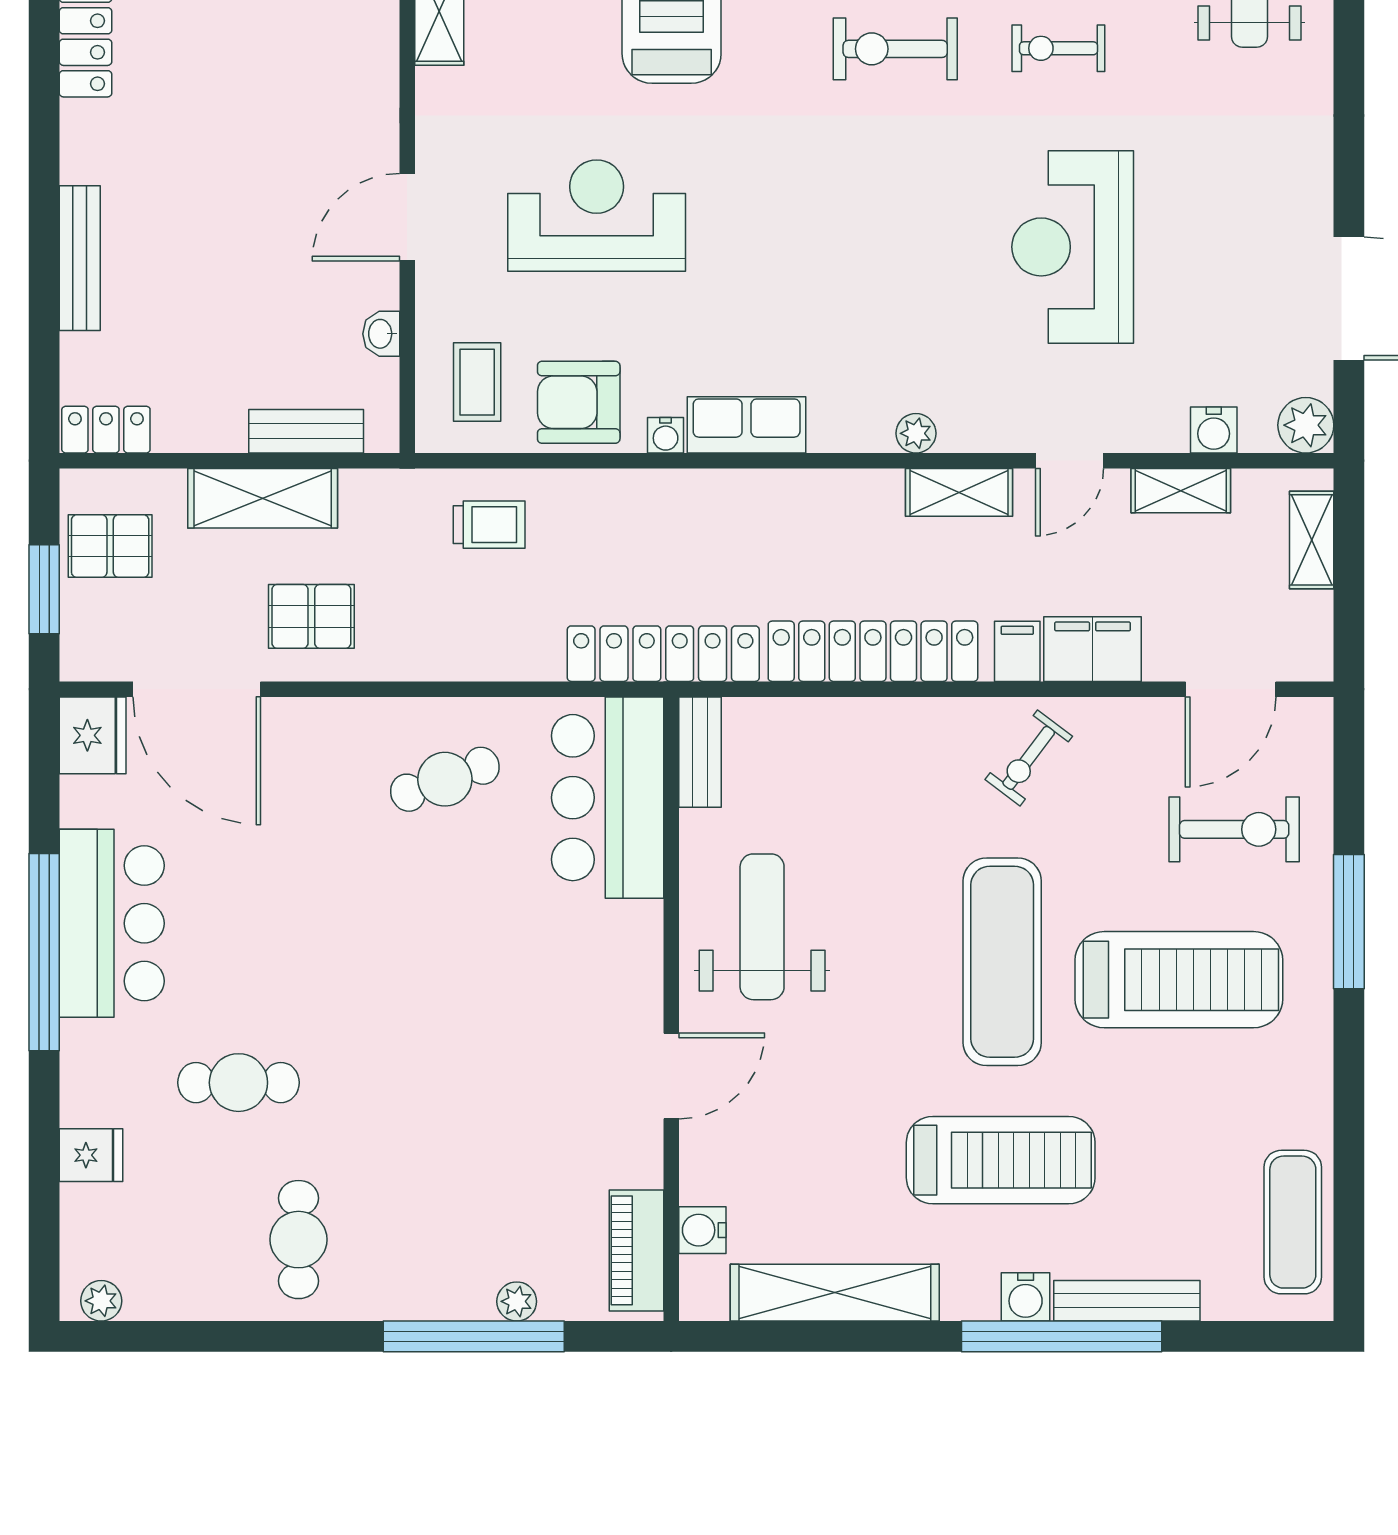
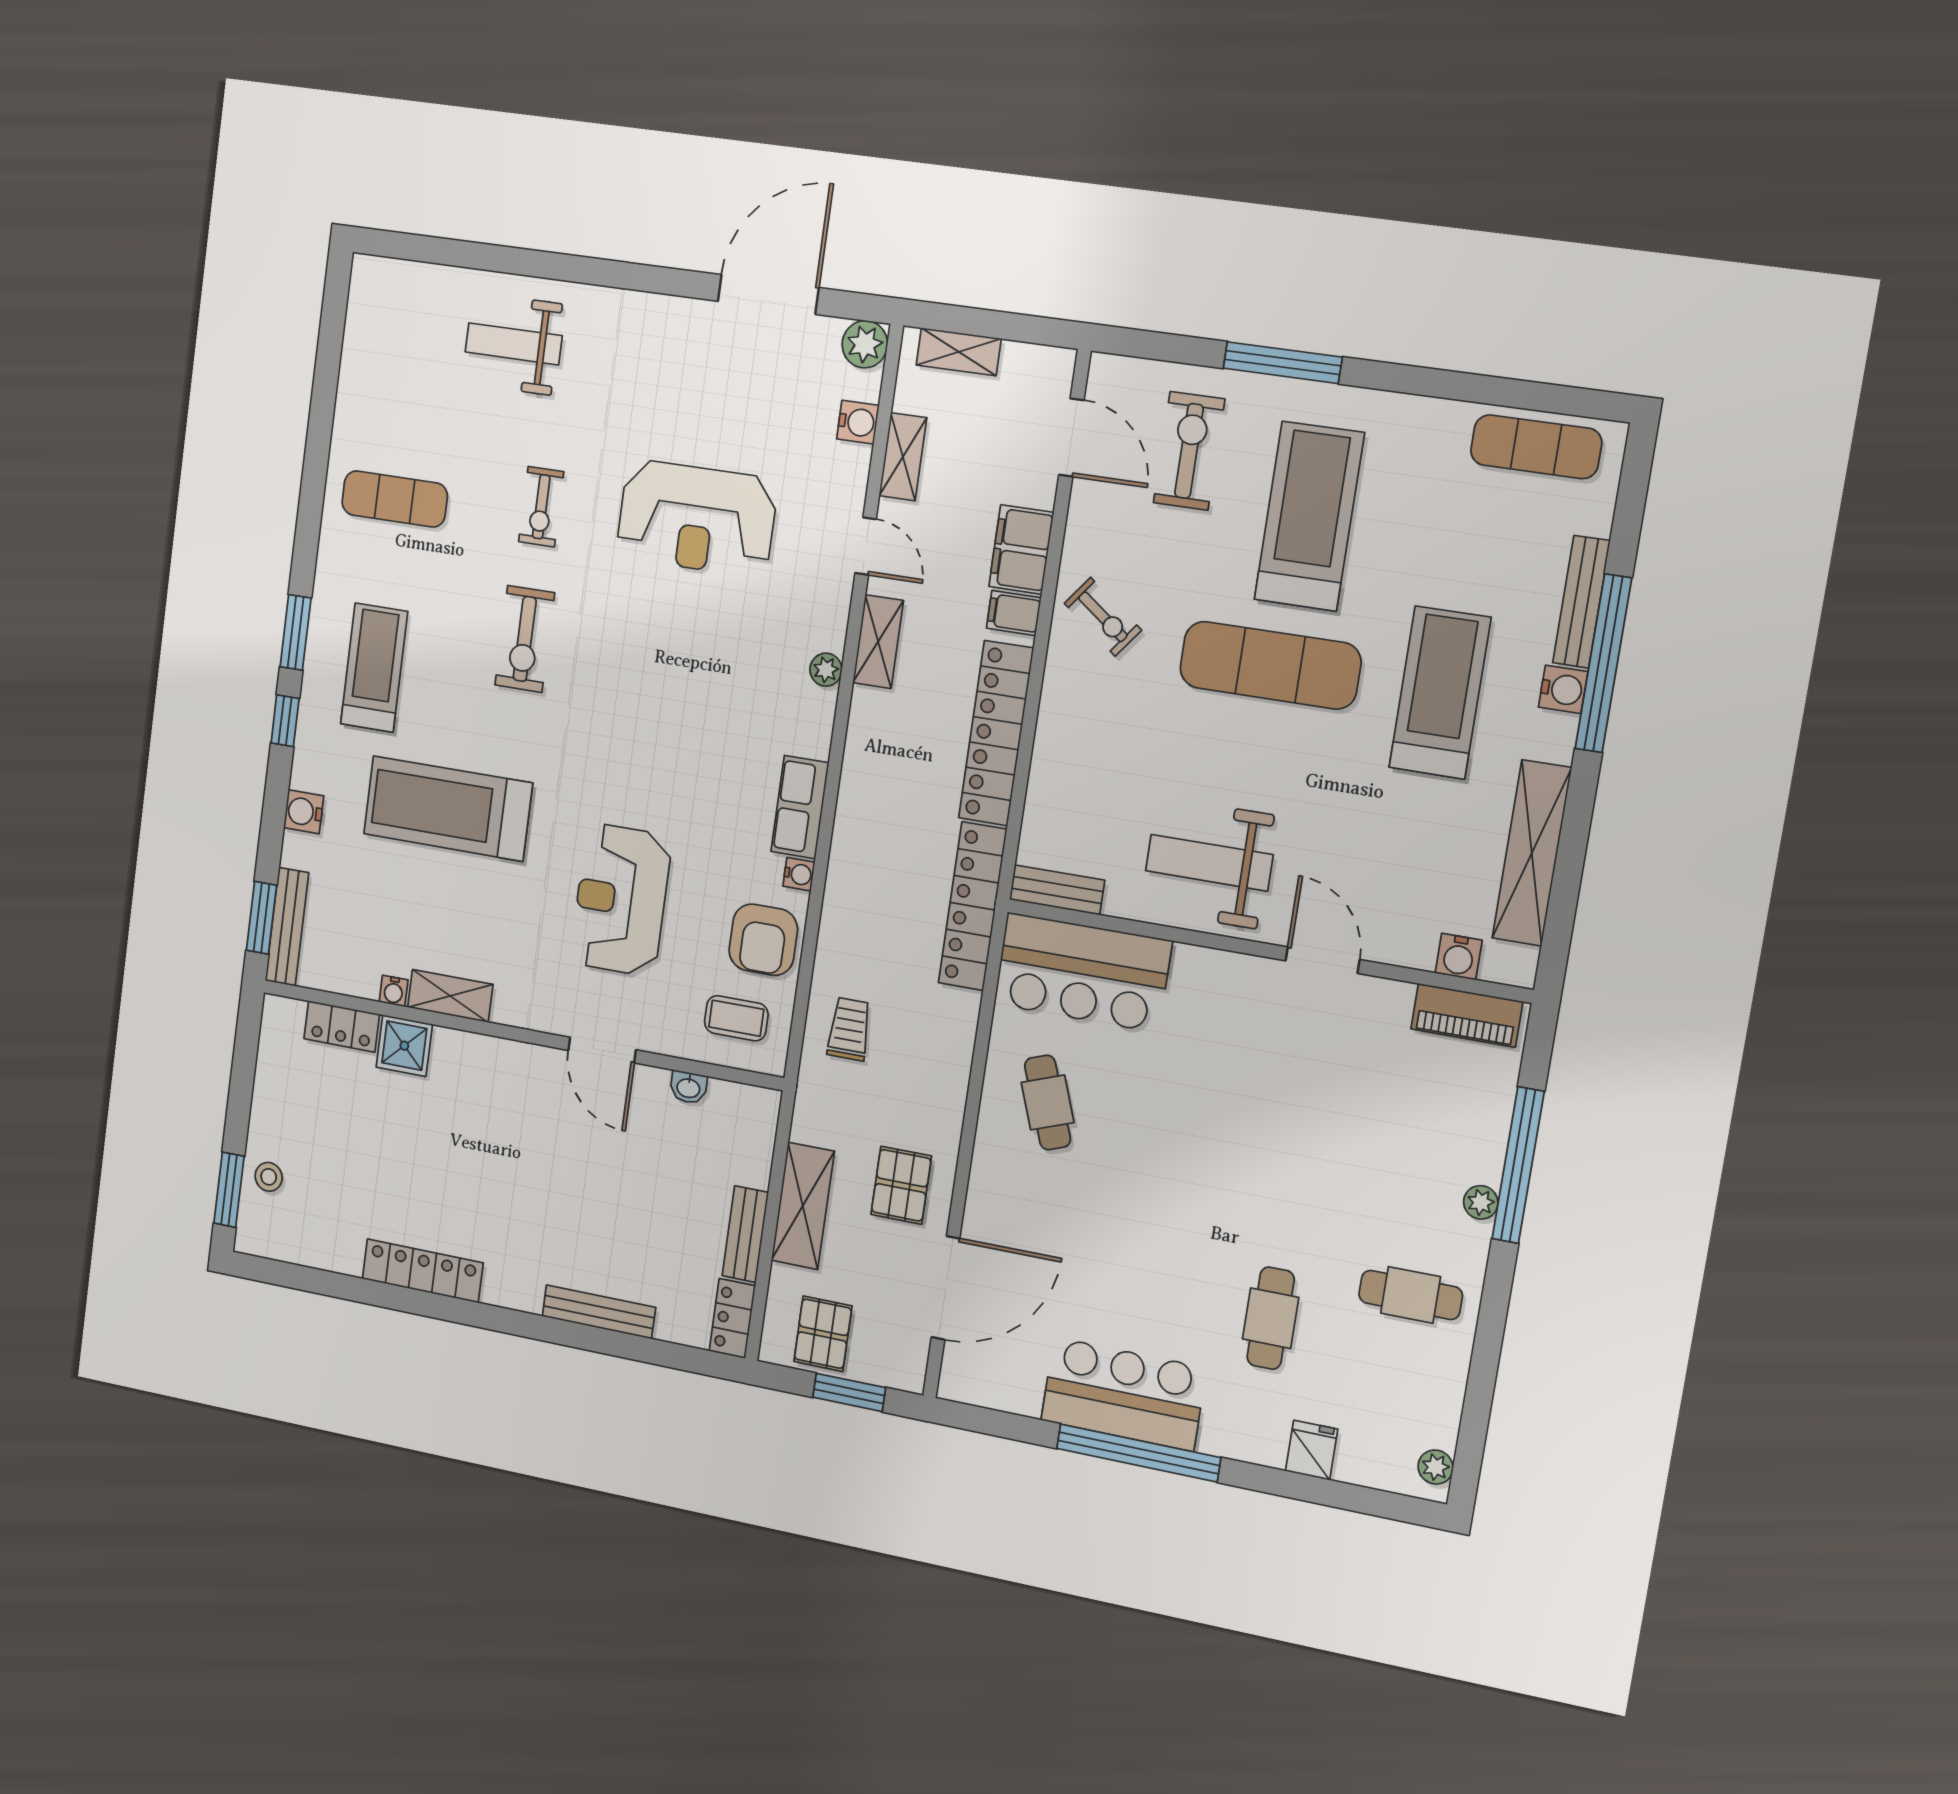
bench: (306, 431) -> (745, 1234), moved
fridge: (93, 735) -> (970, 1378), removed
plant: (517, 1301) -> (1481, 1202), moved

